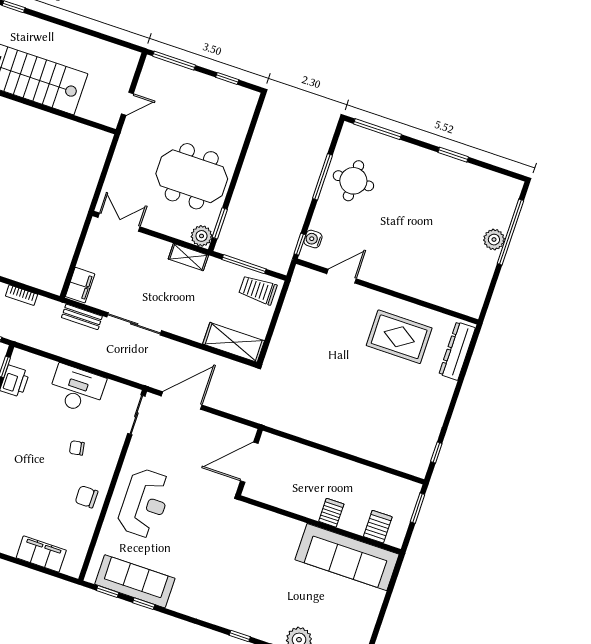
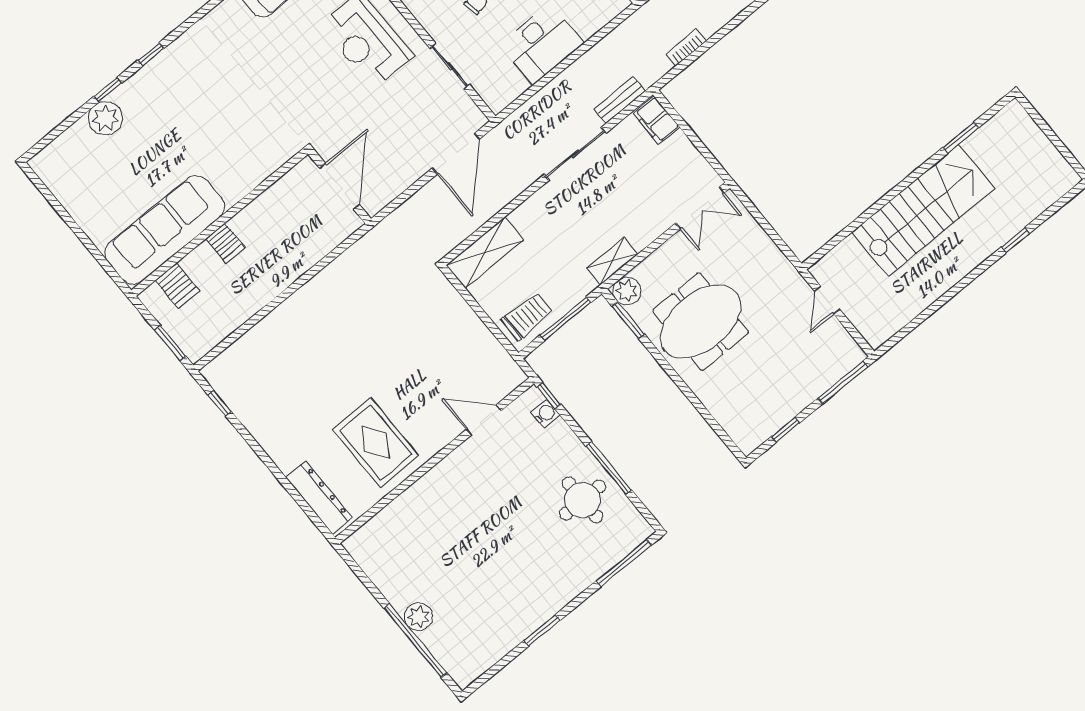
door: (342, 276) -> (484, 420), swing flipped
rug: (399, 337) -> (375, 442), turned 90
sliding door: (136, 415) -> (450, 66), moved

